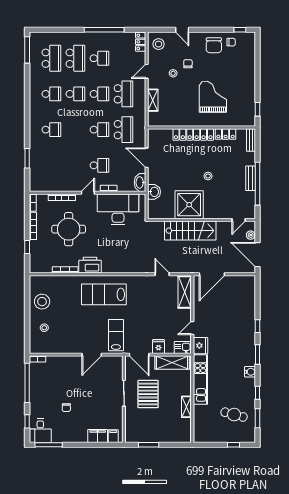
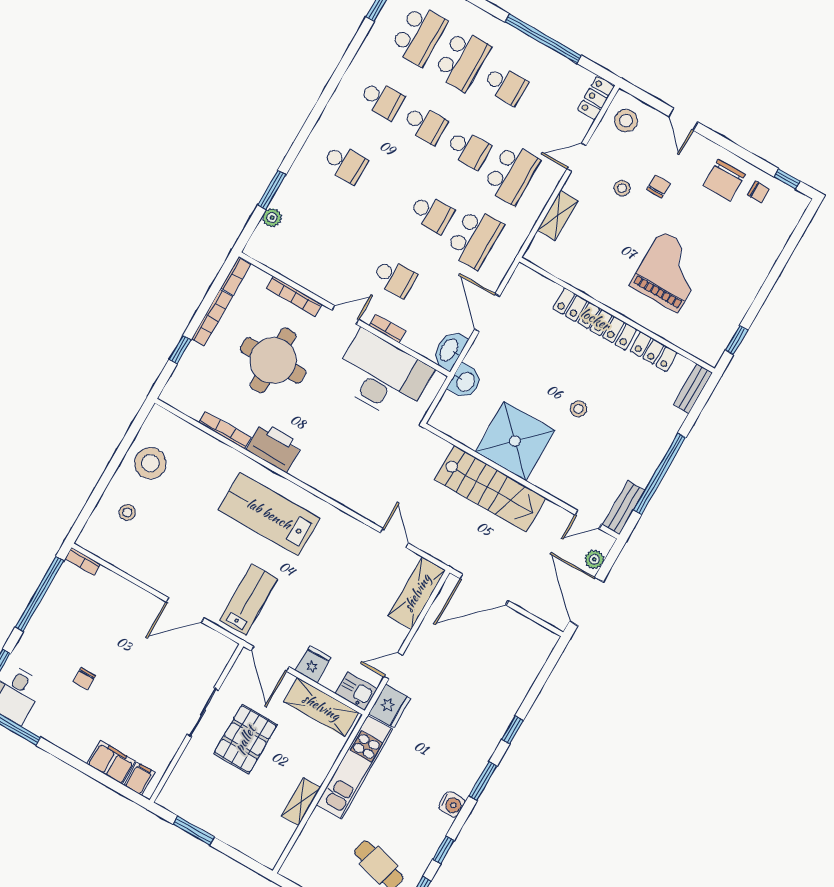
plant: (34, 170) -> (272, 218), added
bench: (251, 178) -> (624, 508), moved

